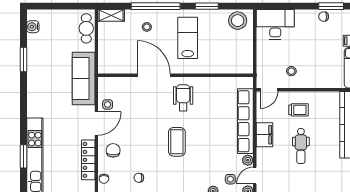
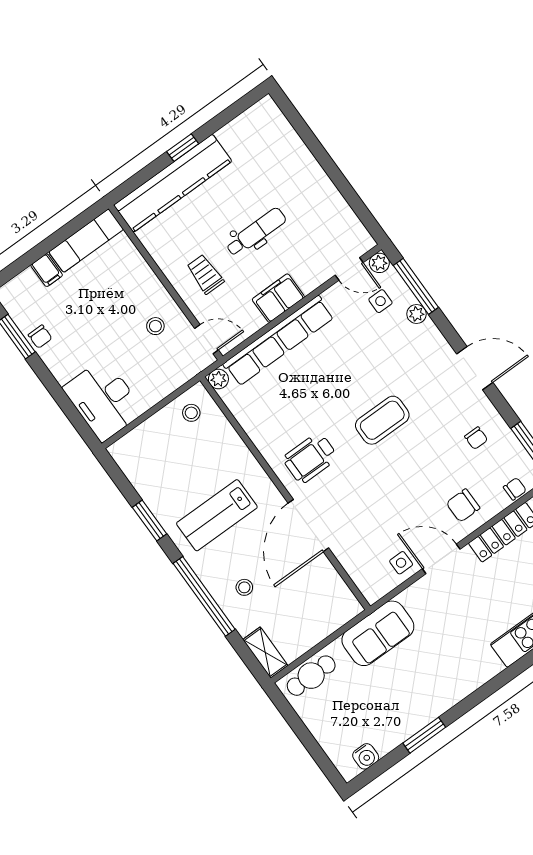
stool: (238, 21) -> (191, 413), moved, width x0.53, depth x0.53
sofa: (84, 79) -> (378, 633), width x0.73
plant: (248, 160) -> (218, 379), moved

